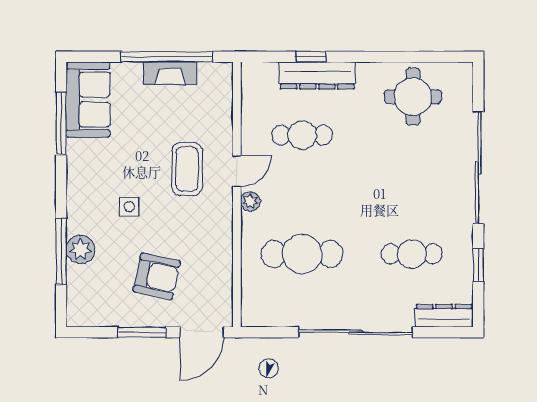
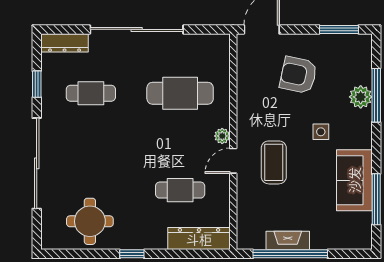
window: (311, 57) -> (132, 254), moved
dresser: (317, 75) -> (199, 239), moved
sofa: (88, 100) -> (354, 180), moved
window: (142, 332) -> (339, 29), moved

